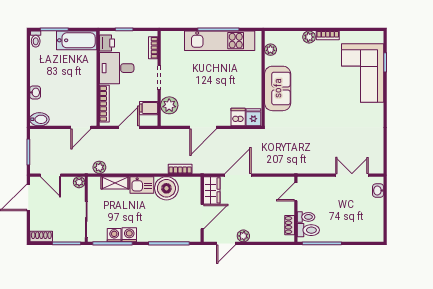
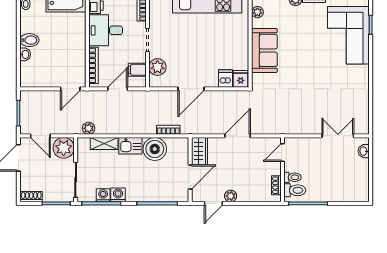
bidet: (39, 119) -> (29, 40), moved
door: (238, 175) -> (237, 136), moved
plant: (79, 182) -> (64, 148), width x1.87, depth x1.87

